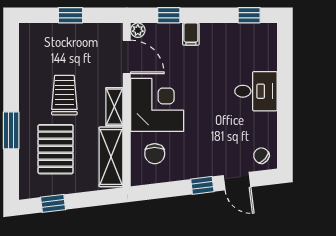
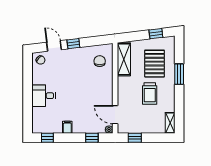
window: (71, 15) -> (135, 138), moved
filing cabinet: (191, 34) -> (67, 127), moved
corner desk: (157, 105) -> (98, 88), removed
shelving: (114, 107) -> (170, 123), moved

